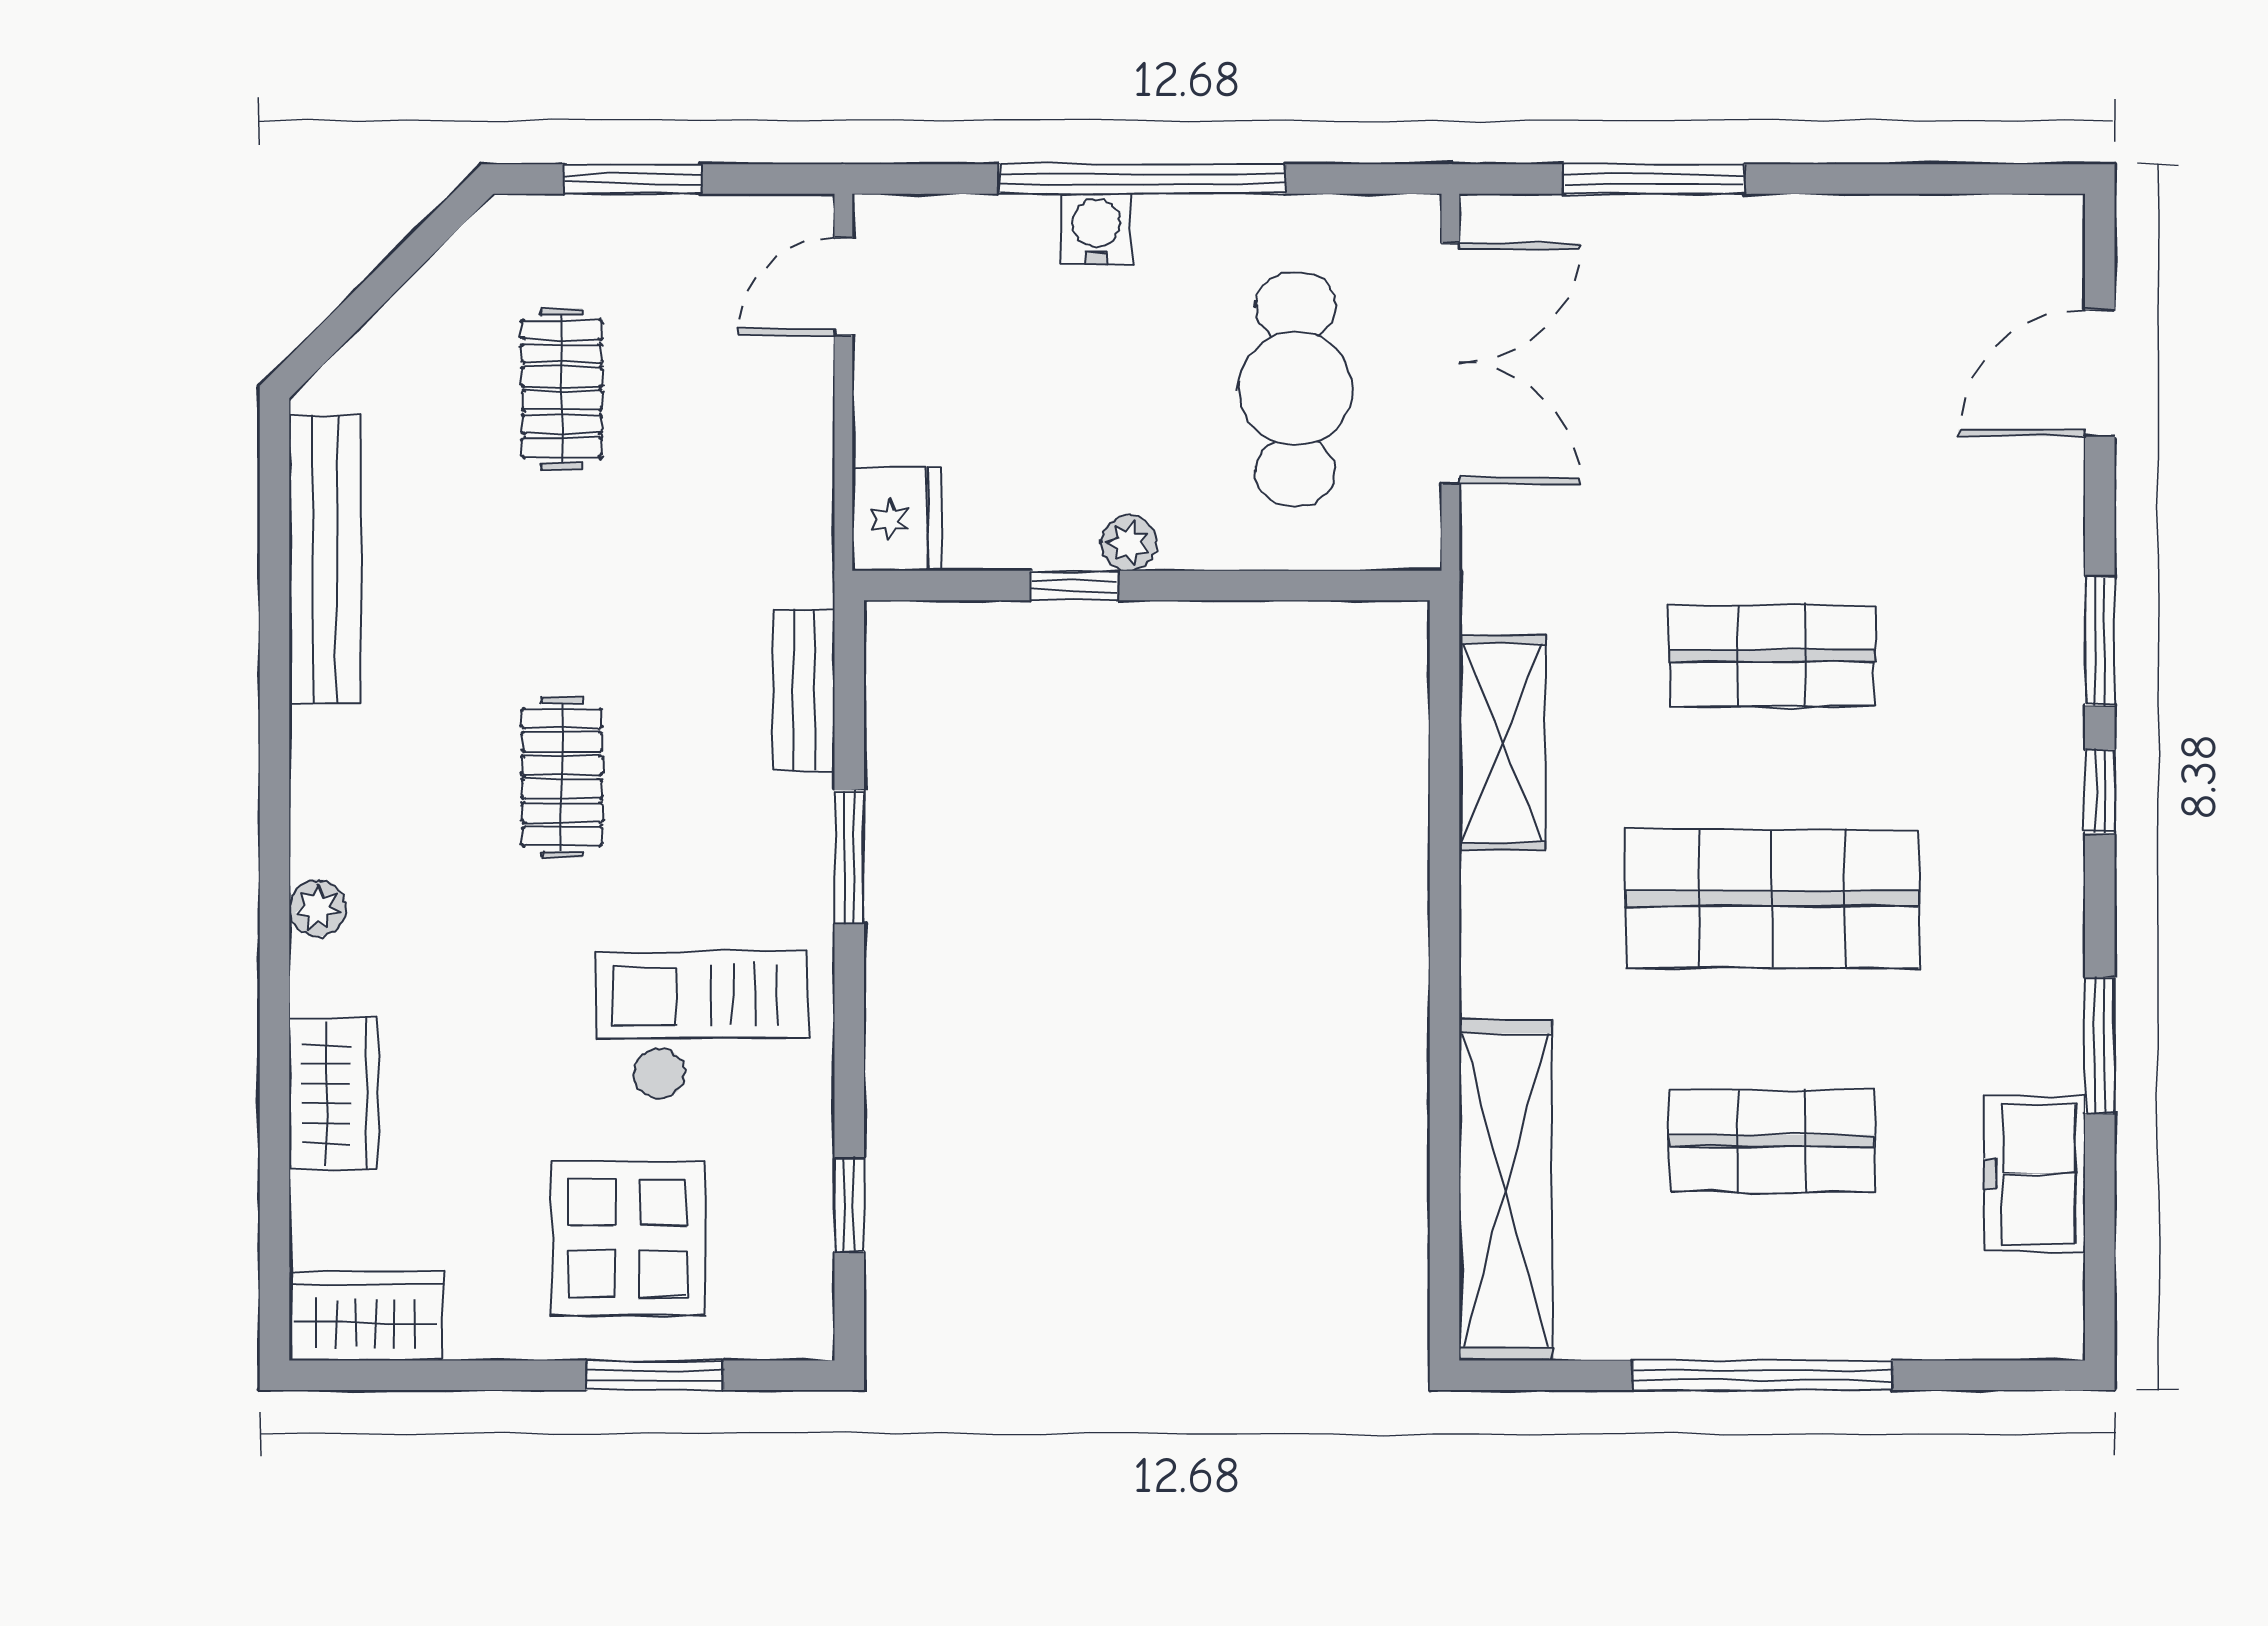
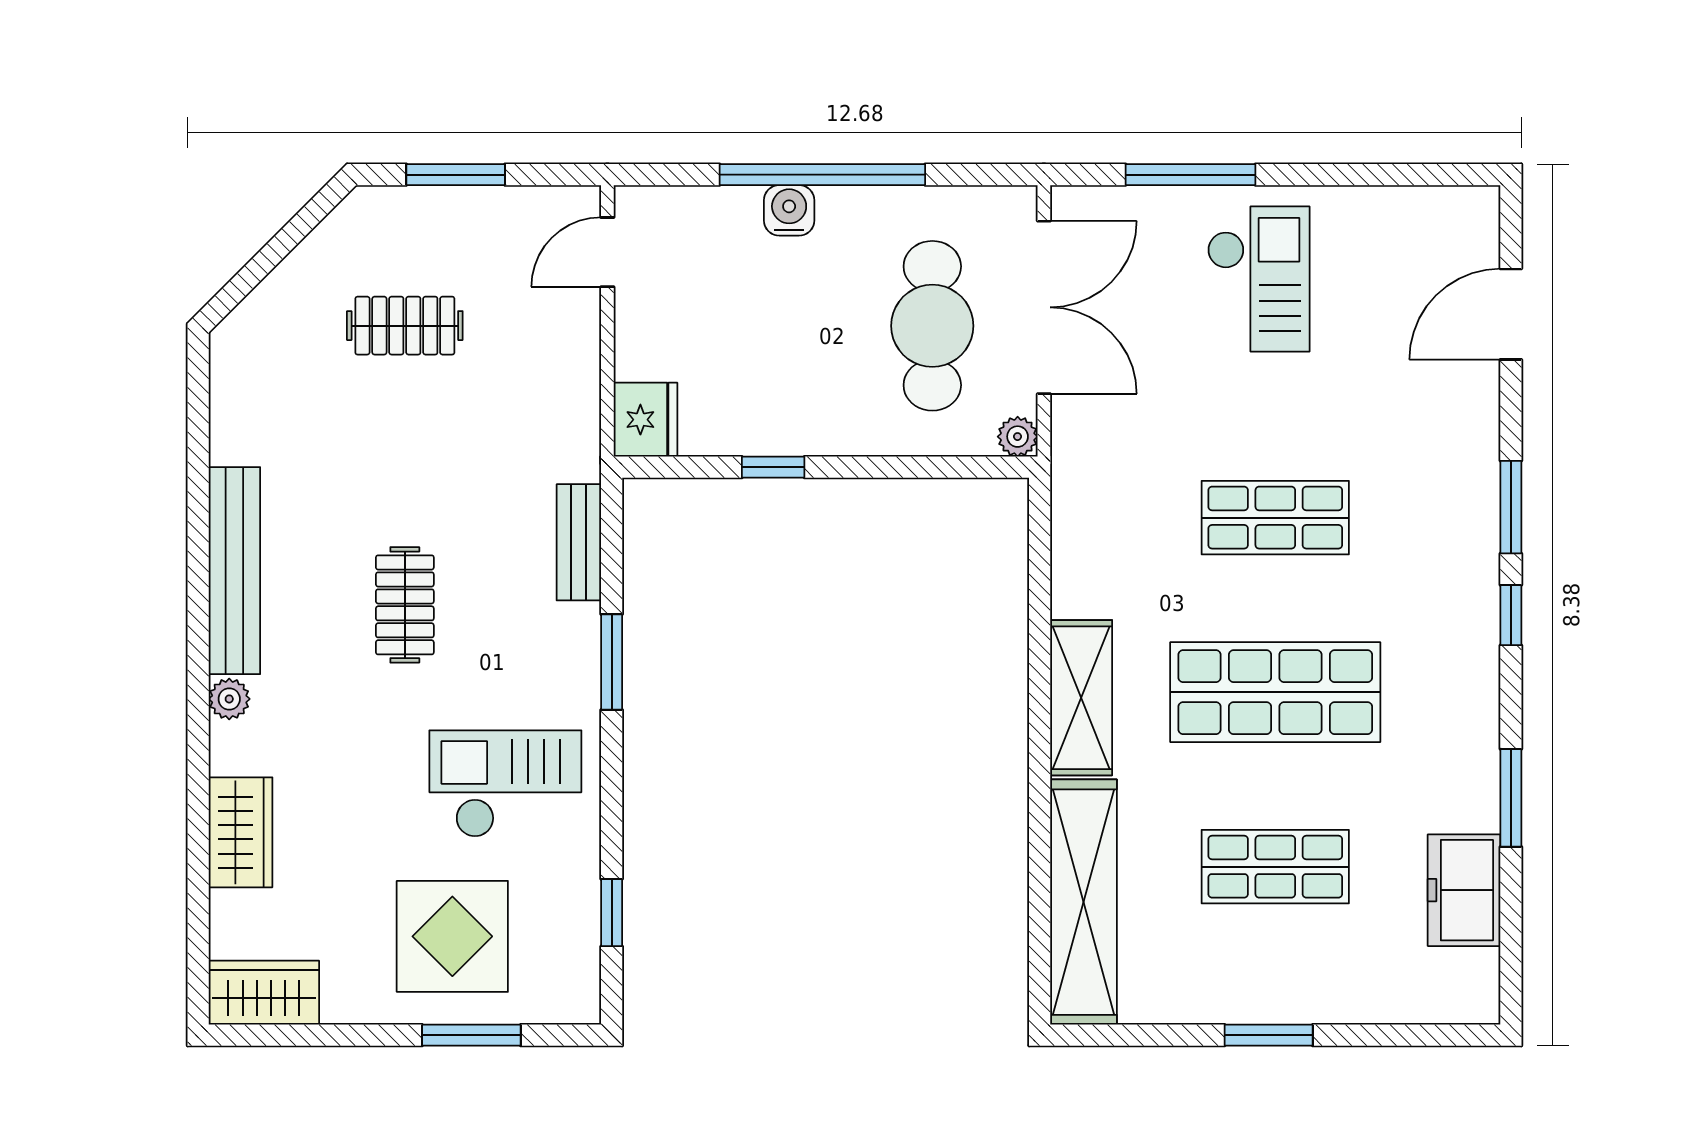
checkout: (1749, 324) -> (1259, 279), added
clothes rail: (562, 389) -> (405, 326), turned 90
plant: (1129, 543) -> (1018, 437), moved
bench: (325, 560) -> (234, 571), moved
shelving: (1502, 743) -> (1081, 698), moved
window: (1763, 1375) -> (1269, 1035), width x0.47

